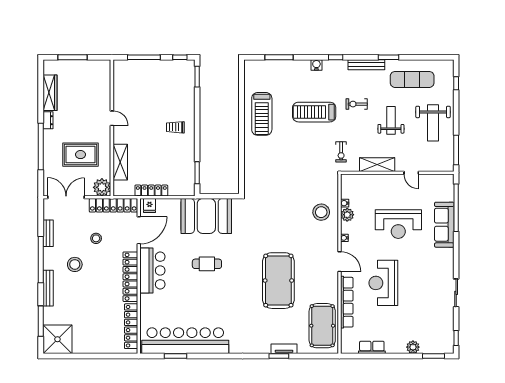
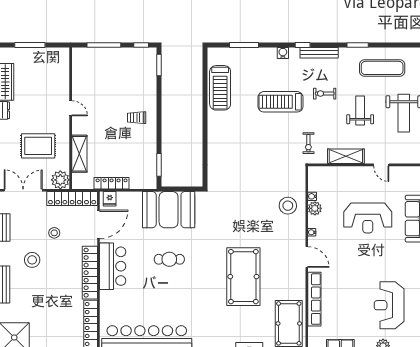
bench: (366, 65) -> (319, 53), moved
treadmill: (262, 114) -> (220, 88), moved
reception desk: (383, 283) -> (389, 305), moved

